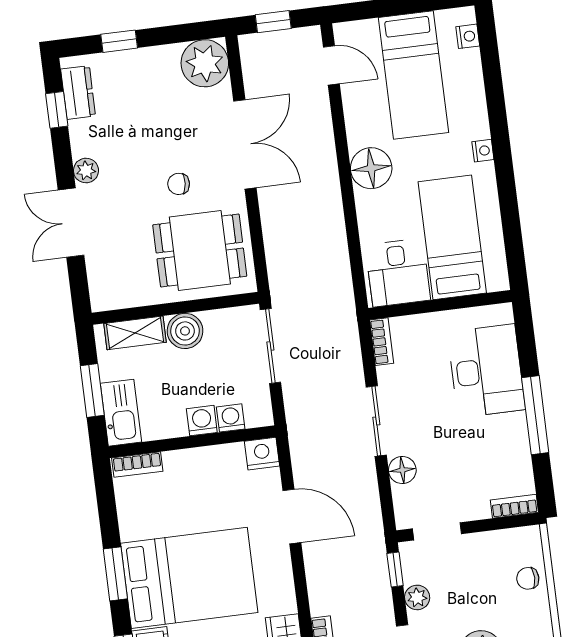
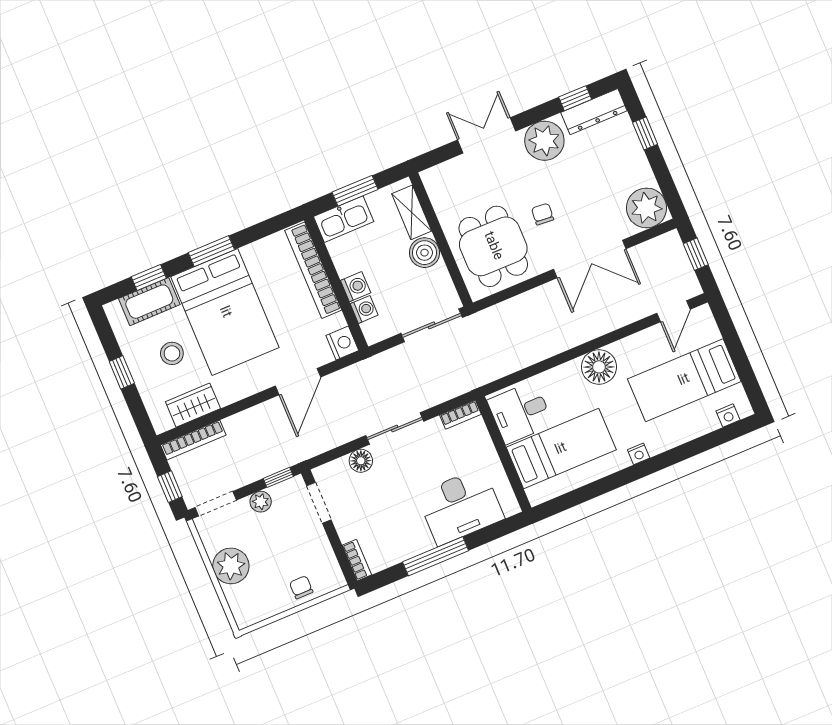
dresser: (78, 93) -> (594, 112), width x1.44
plant: (86, 171) -> (544, 141), width x1.87, depth x1.87
bookcase: (137, 465) -> (313, 270), width x2.31, depth x1.31

